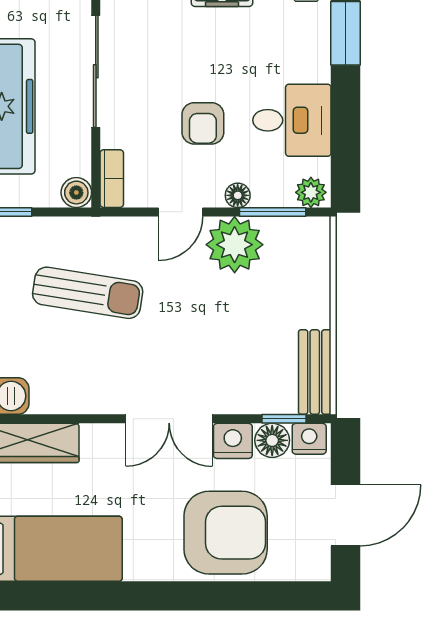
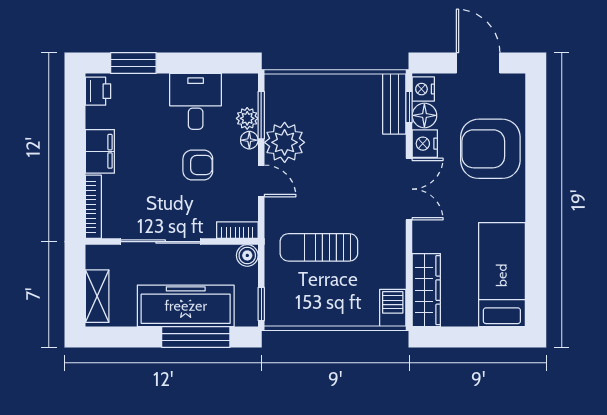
plant: (311, 192) -> (247, 118), moved
sun lounger: (88, 293) -> (319, 247), turned -99
bench: (315, 372) -> (394, 104), moved, turned 90
armchair: (226, 533) -> (490, 149), turned -90

